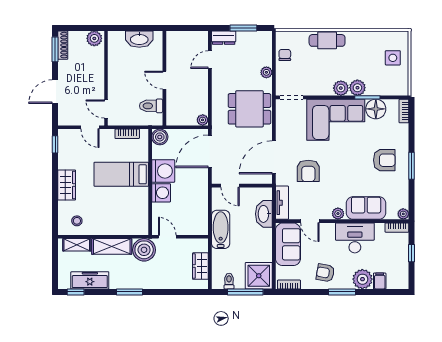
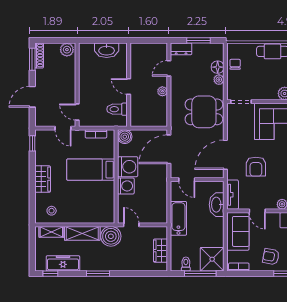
floor lamp: (265, 58) -> (218, 67), added
plant: (203, 120) -> (162, 91), moved

